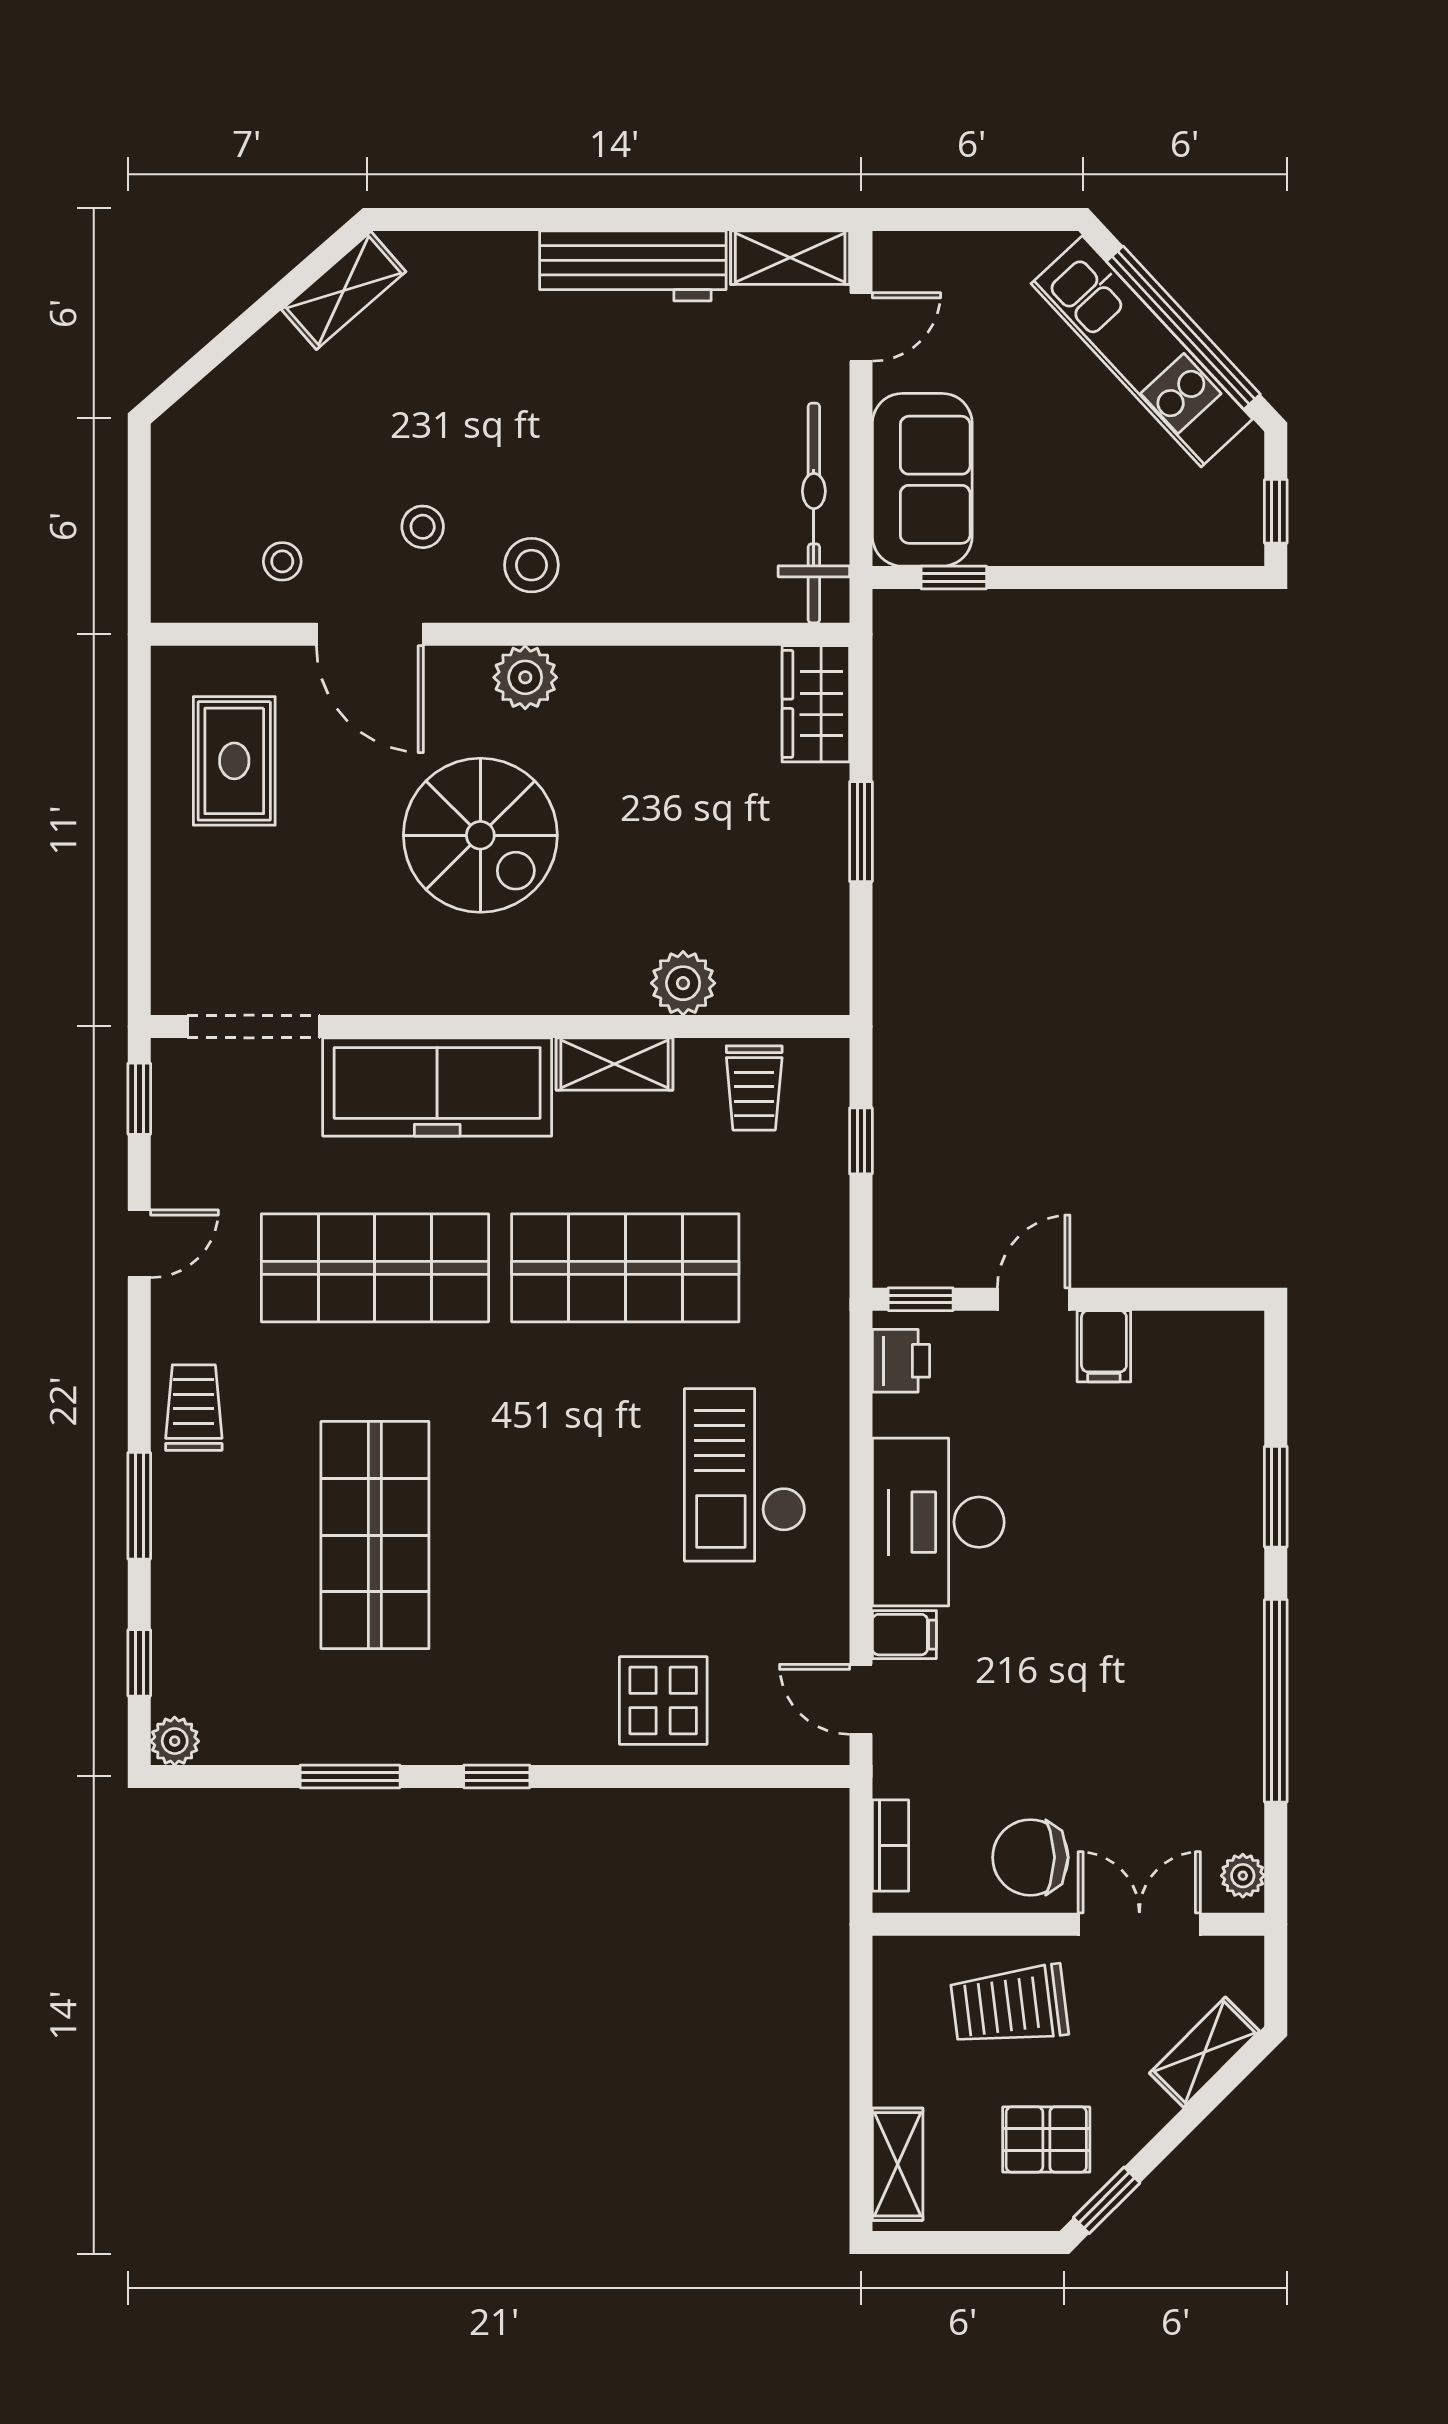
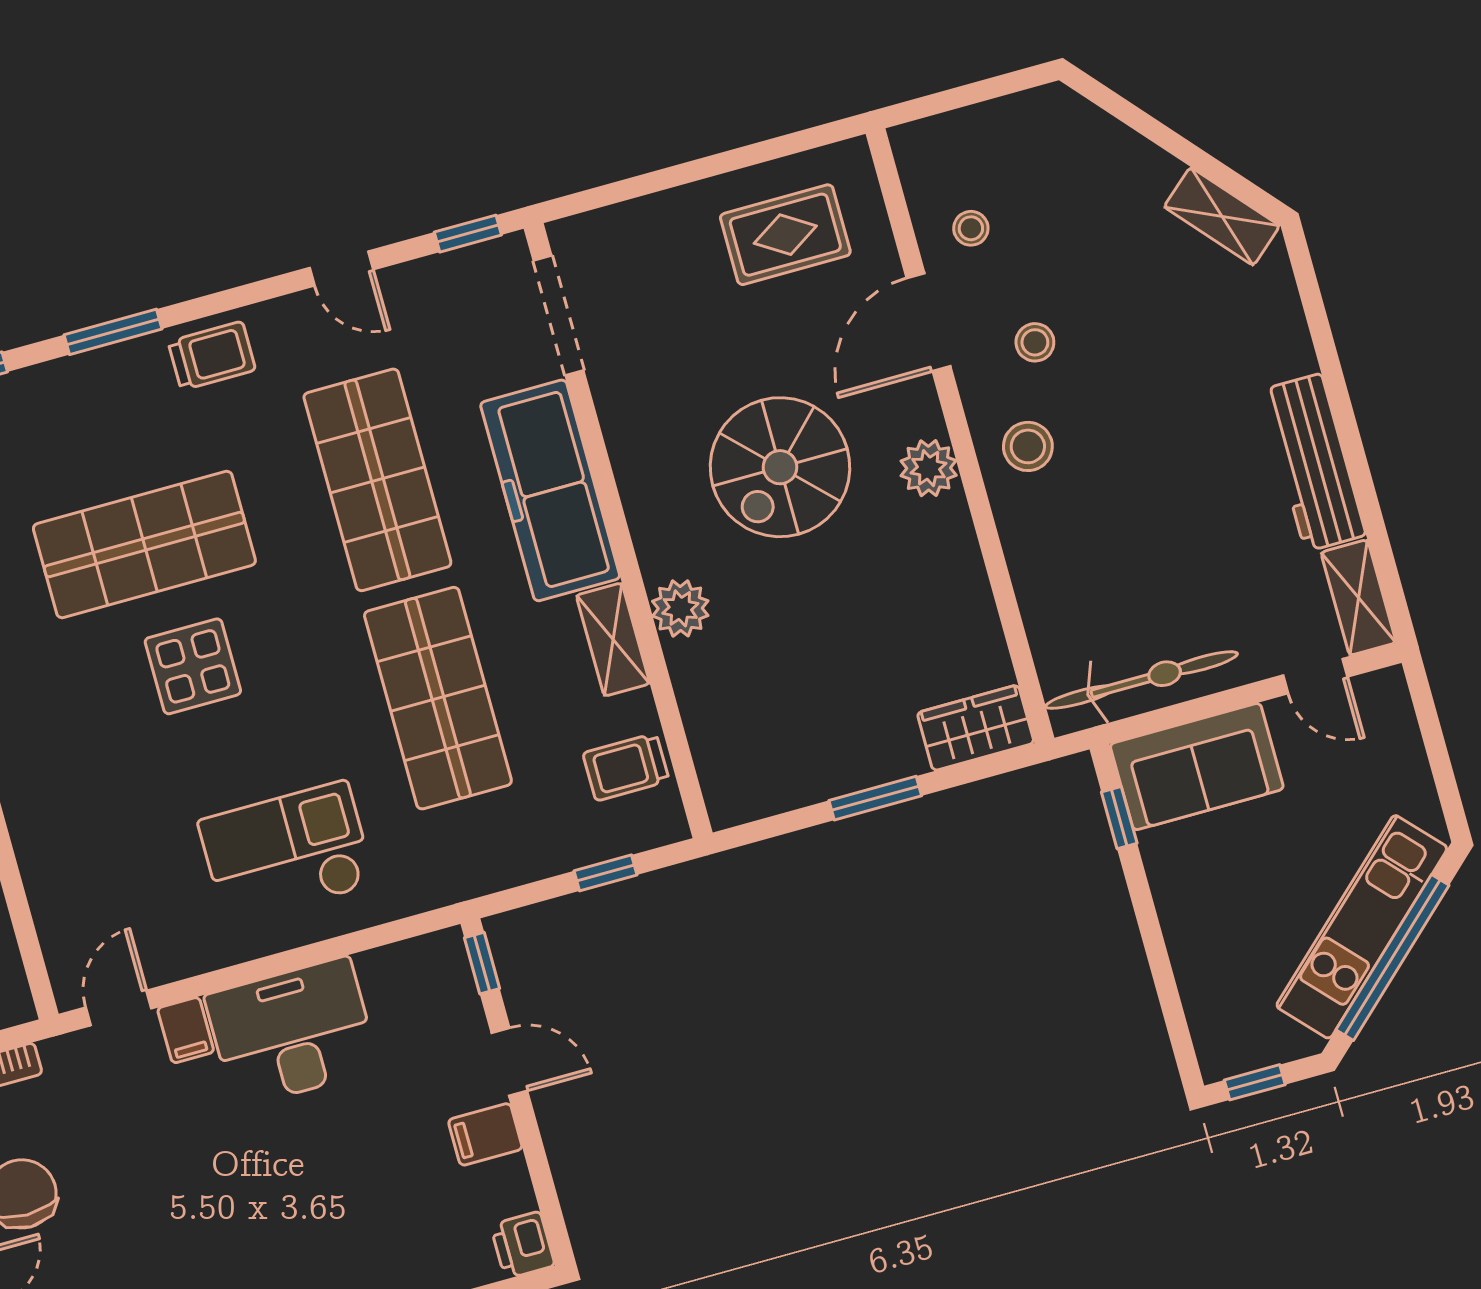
plant: (683, 983) -> (680, 608), moved
printer: (901, 1361) -> (523, 1245), moved, turned 90
display table: (663, 1701) -> (193, 666), moved

